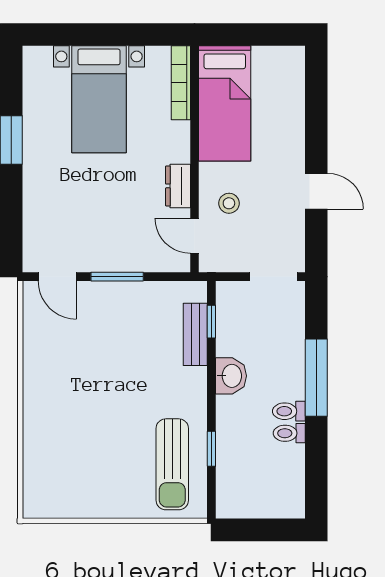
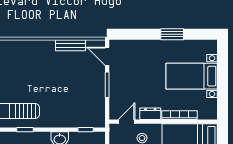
bookcase: (181, 83) -> (179, 115), moved
door: (57, 277) -> (107, 56), hinge flipped
bench: (195, 334) -> (71, 45), moved

